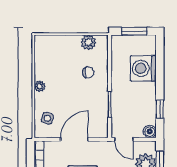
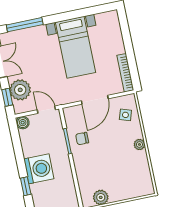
washing machine: (143, 68) -> (39, 169), moved
chair: (88, 73) -> (82, 139), moved
window: (160, 109) -> (26, 186), moved

